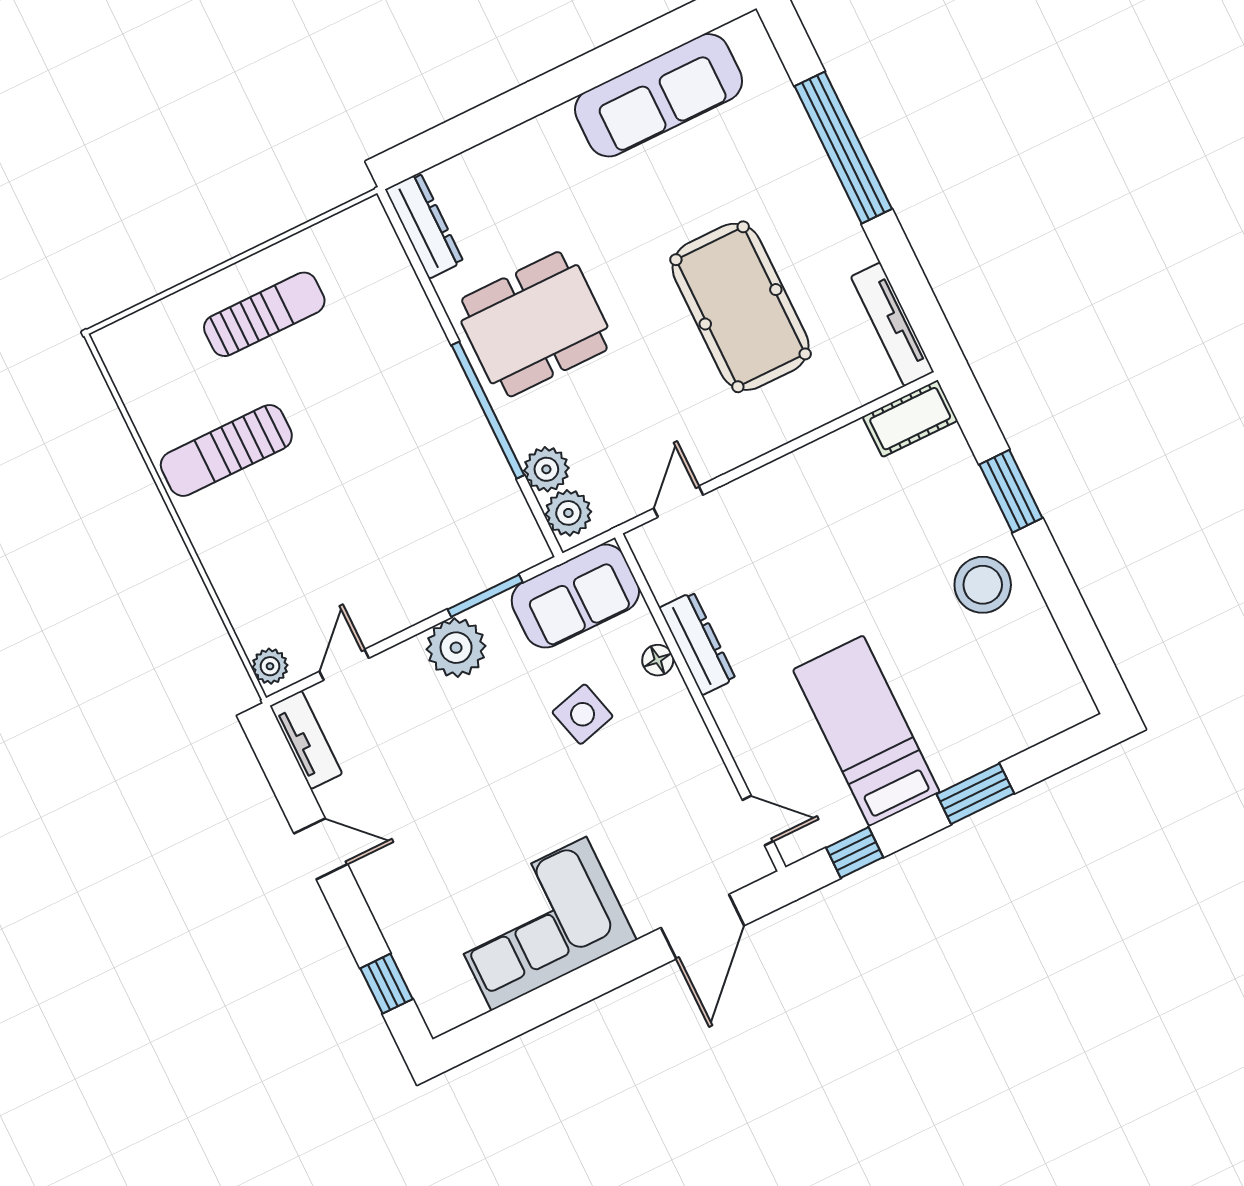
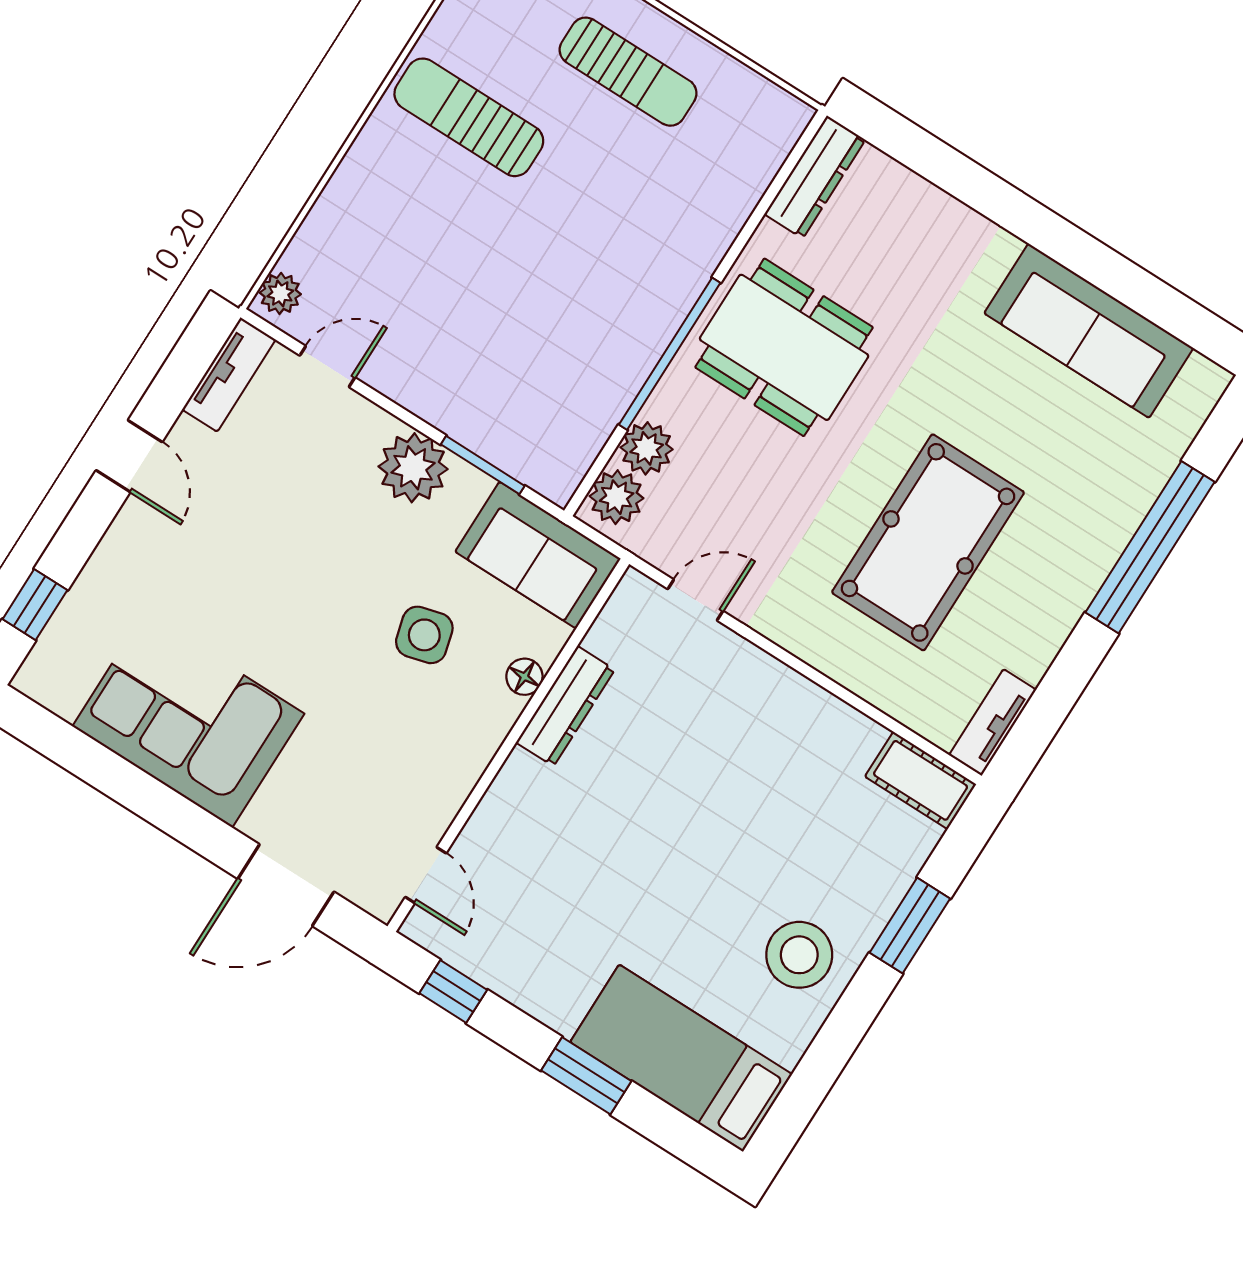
tv unit: (892, 324) -> (993, 722), width x0.71
bed: (866, 731) -> (681, 1058), moved, turned -90

